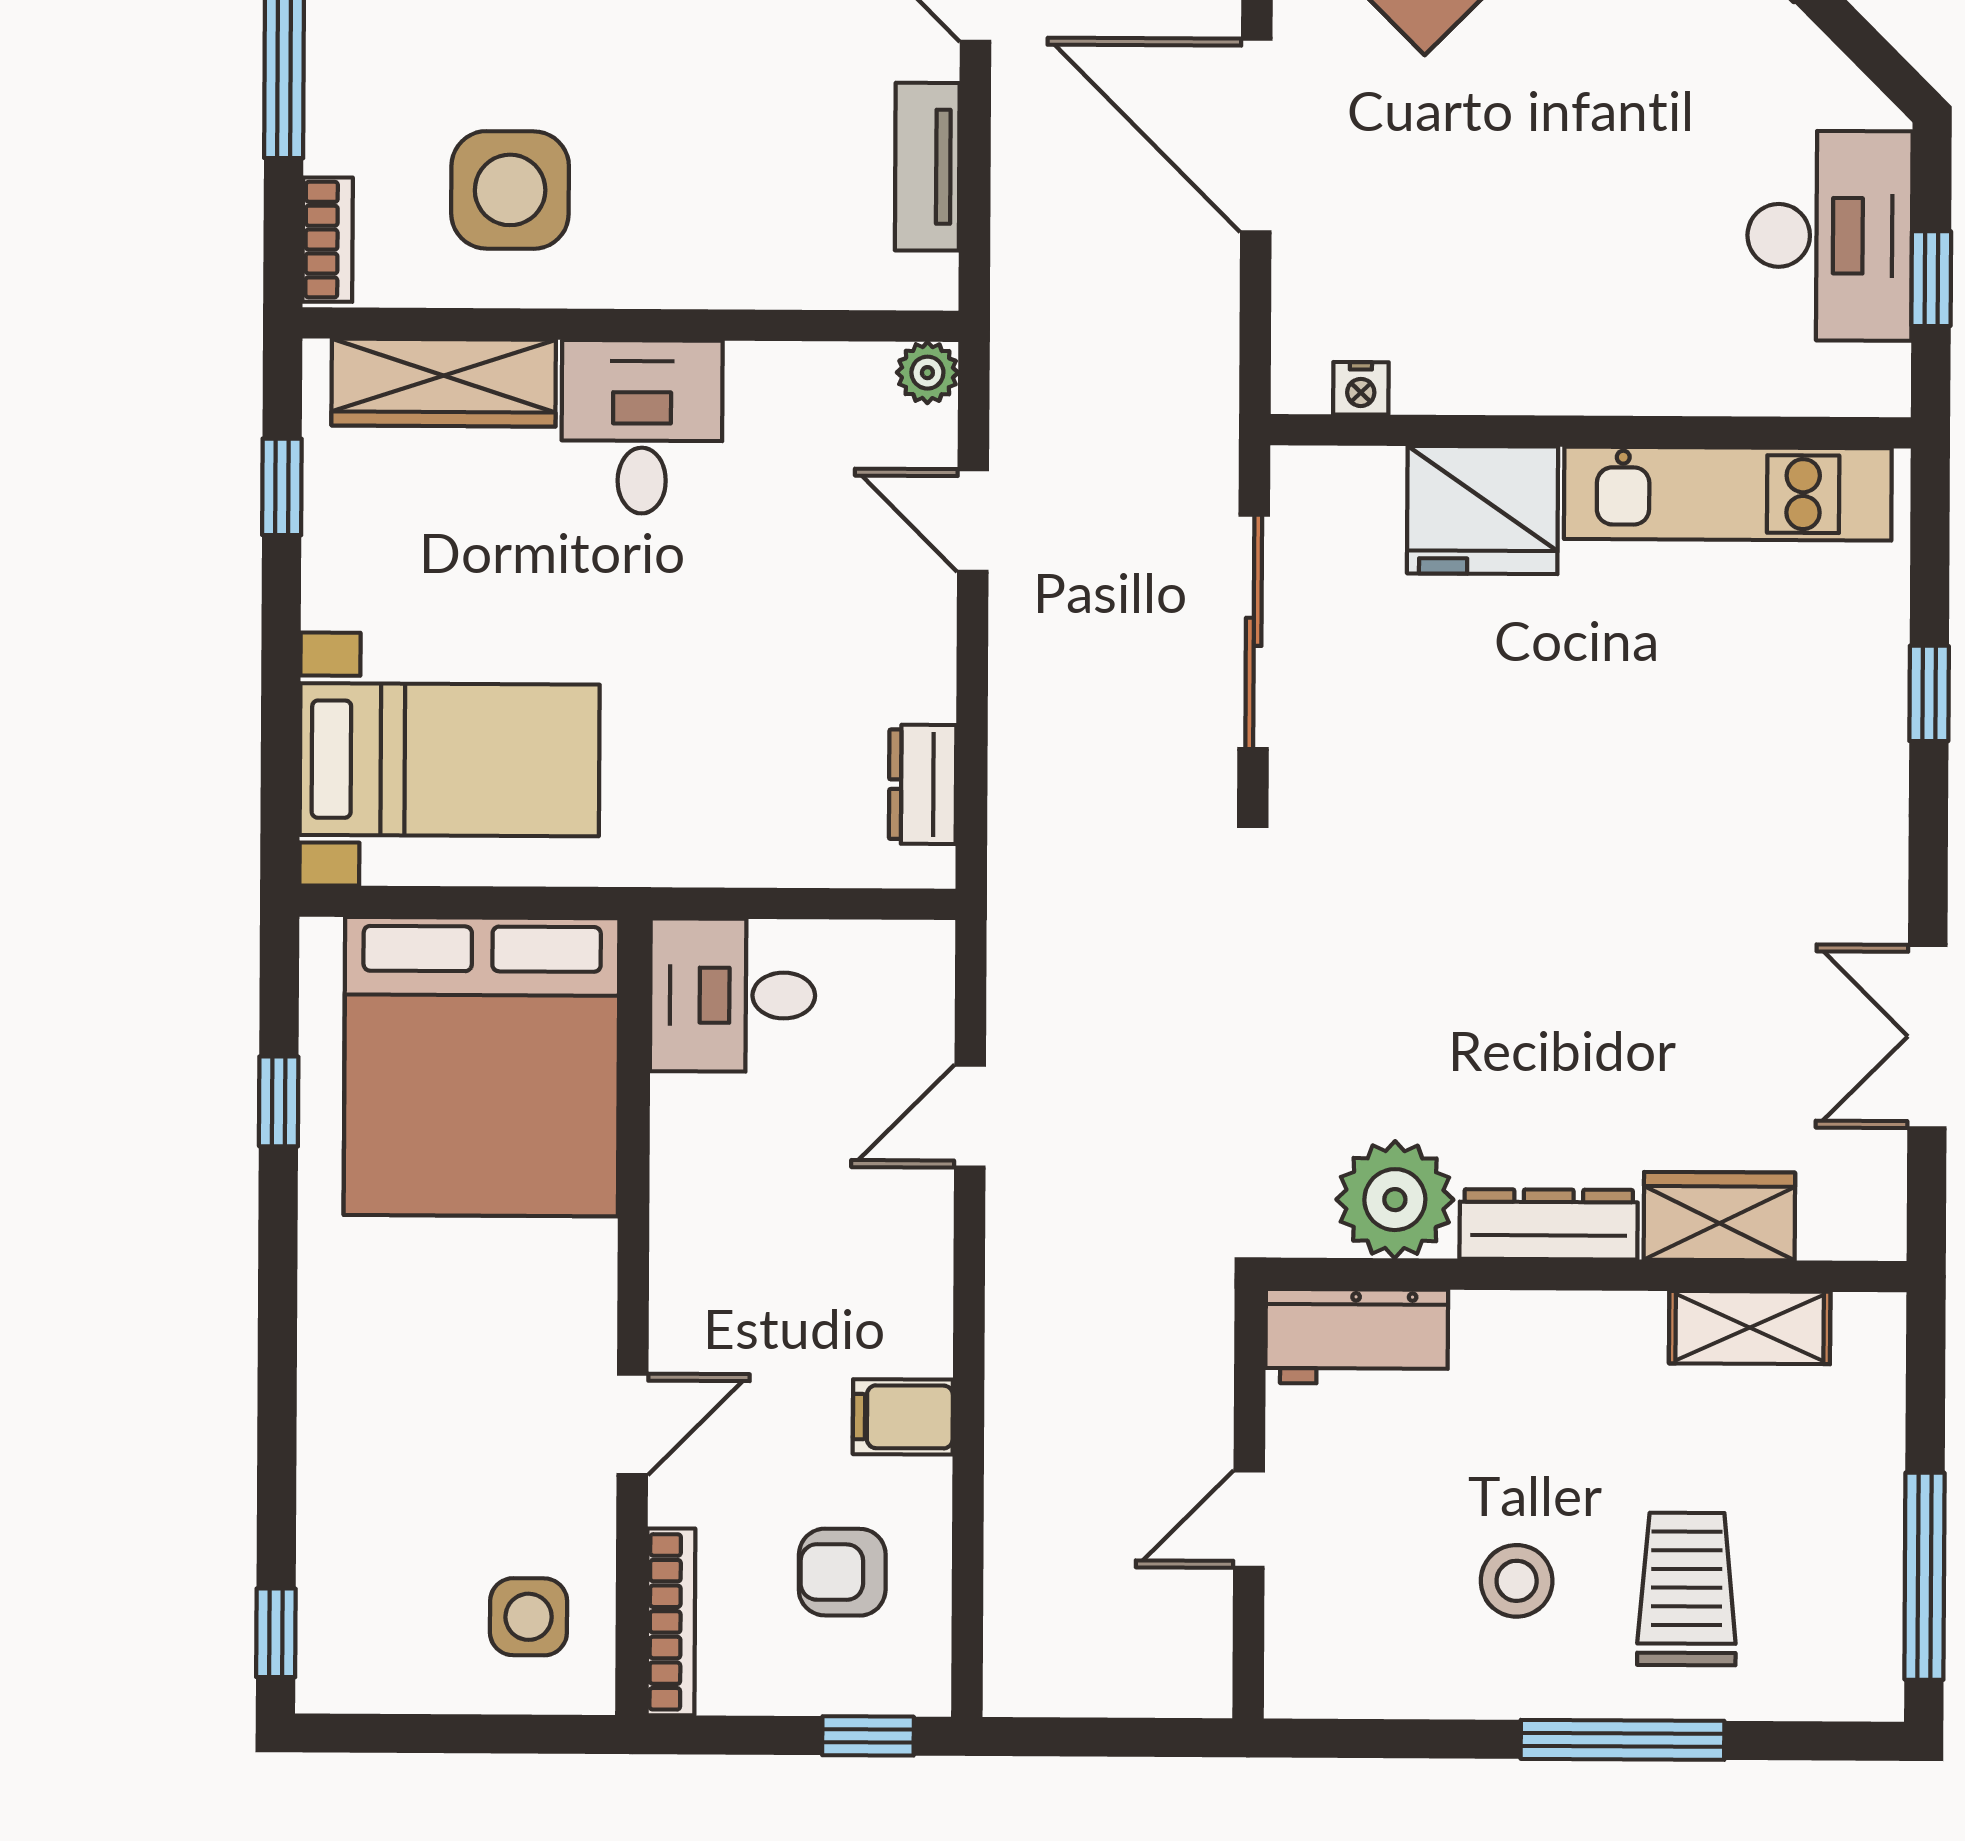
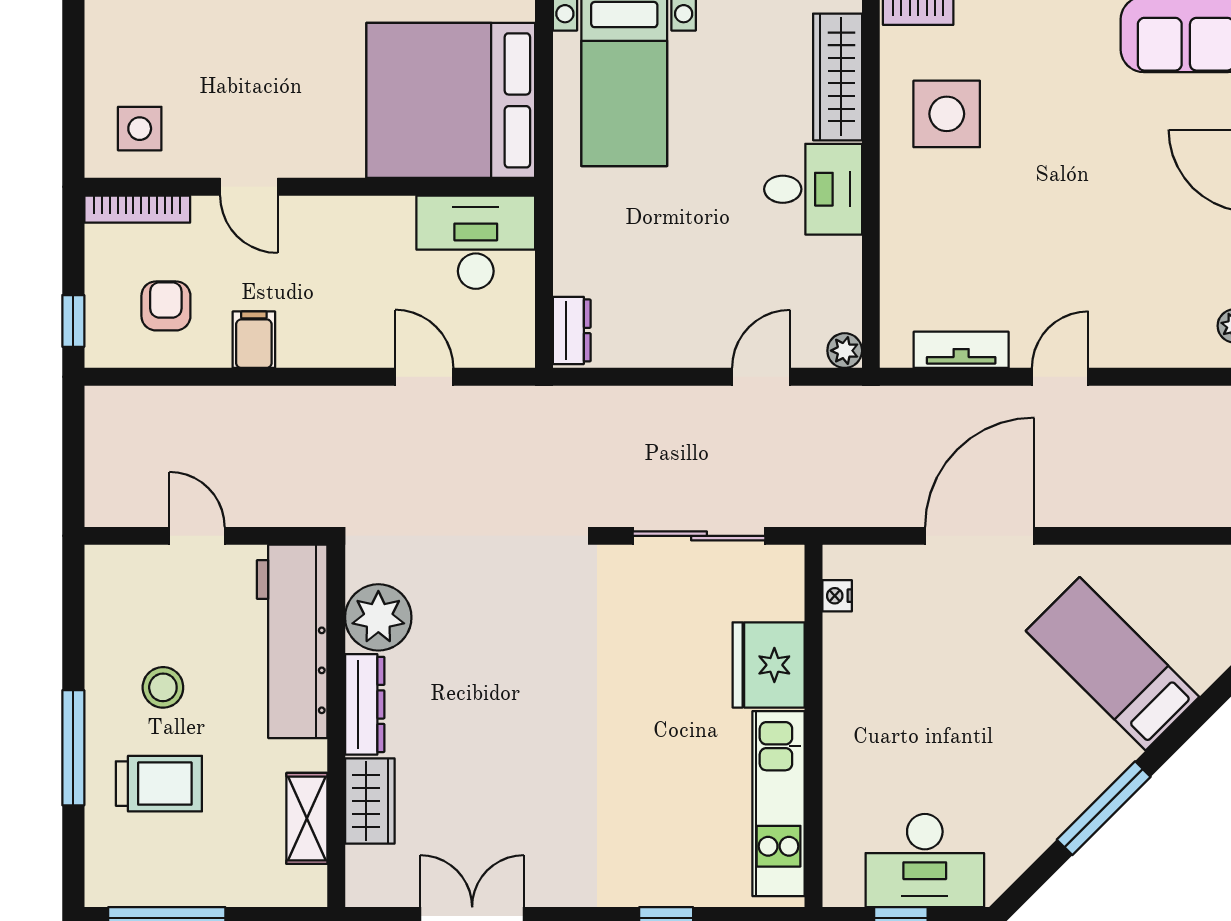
dresser: (923, 784) -> (572, 330), moved, turned 90
desk: (733, 995) -> (476, 242), width x1.37
workbench: (1357, 1336) -> (292, 641), width x1.88, depth x1.32

